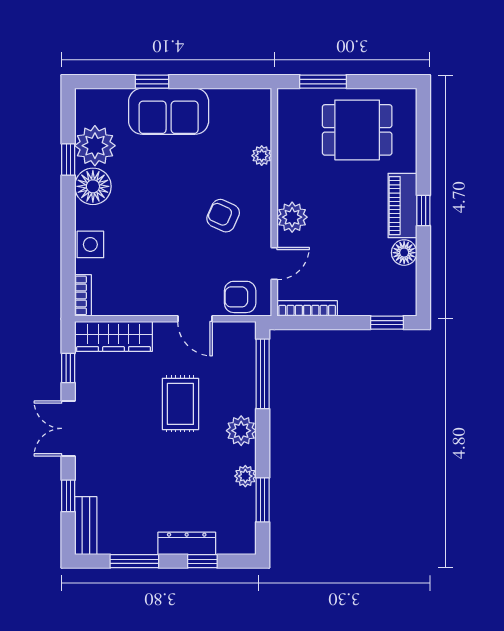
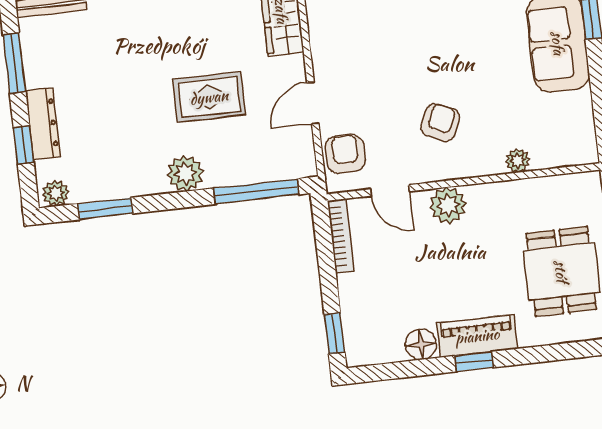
plant: (245, 476) -> (56, 193), moved

